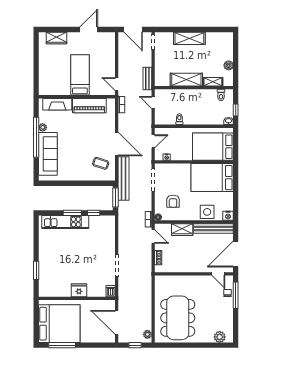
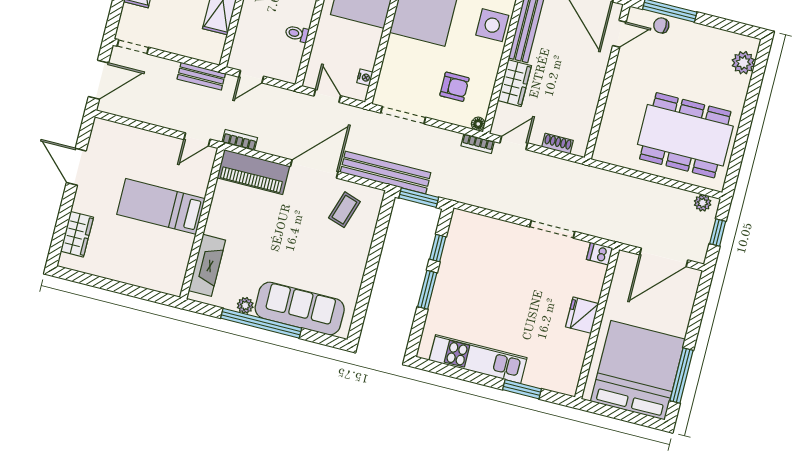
piano: (89, 106) -> (253, 172), moved, turned 90
kitchen unit: (65, 222) -> (478, 359), moved, turned -90

